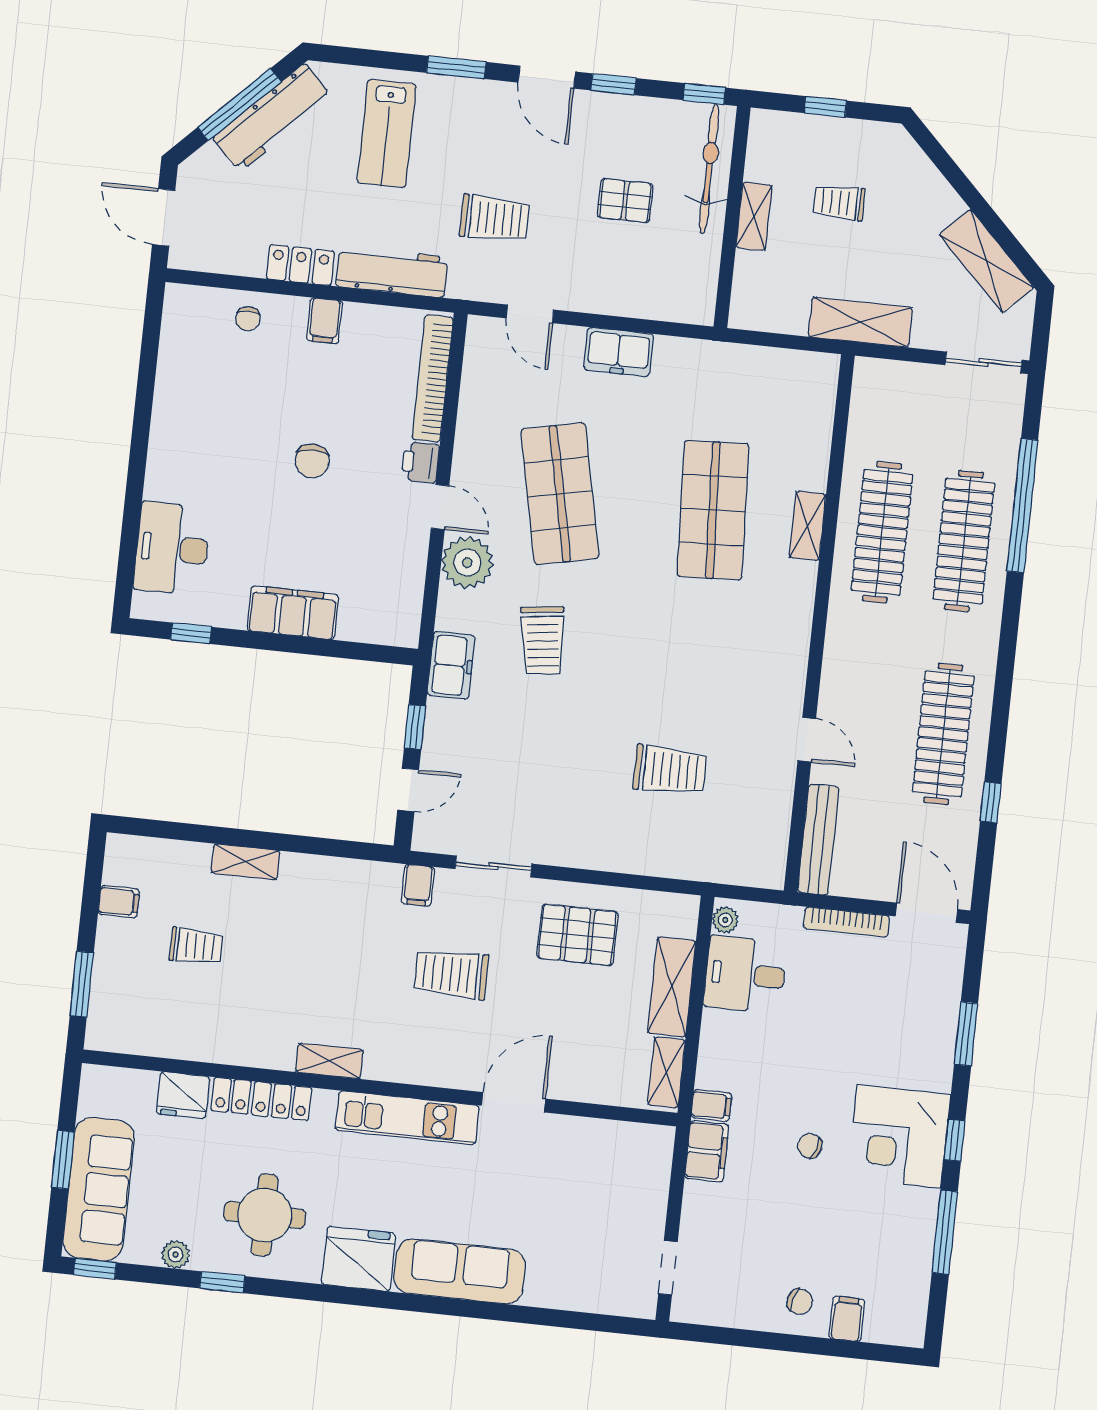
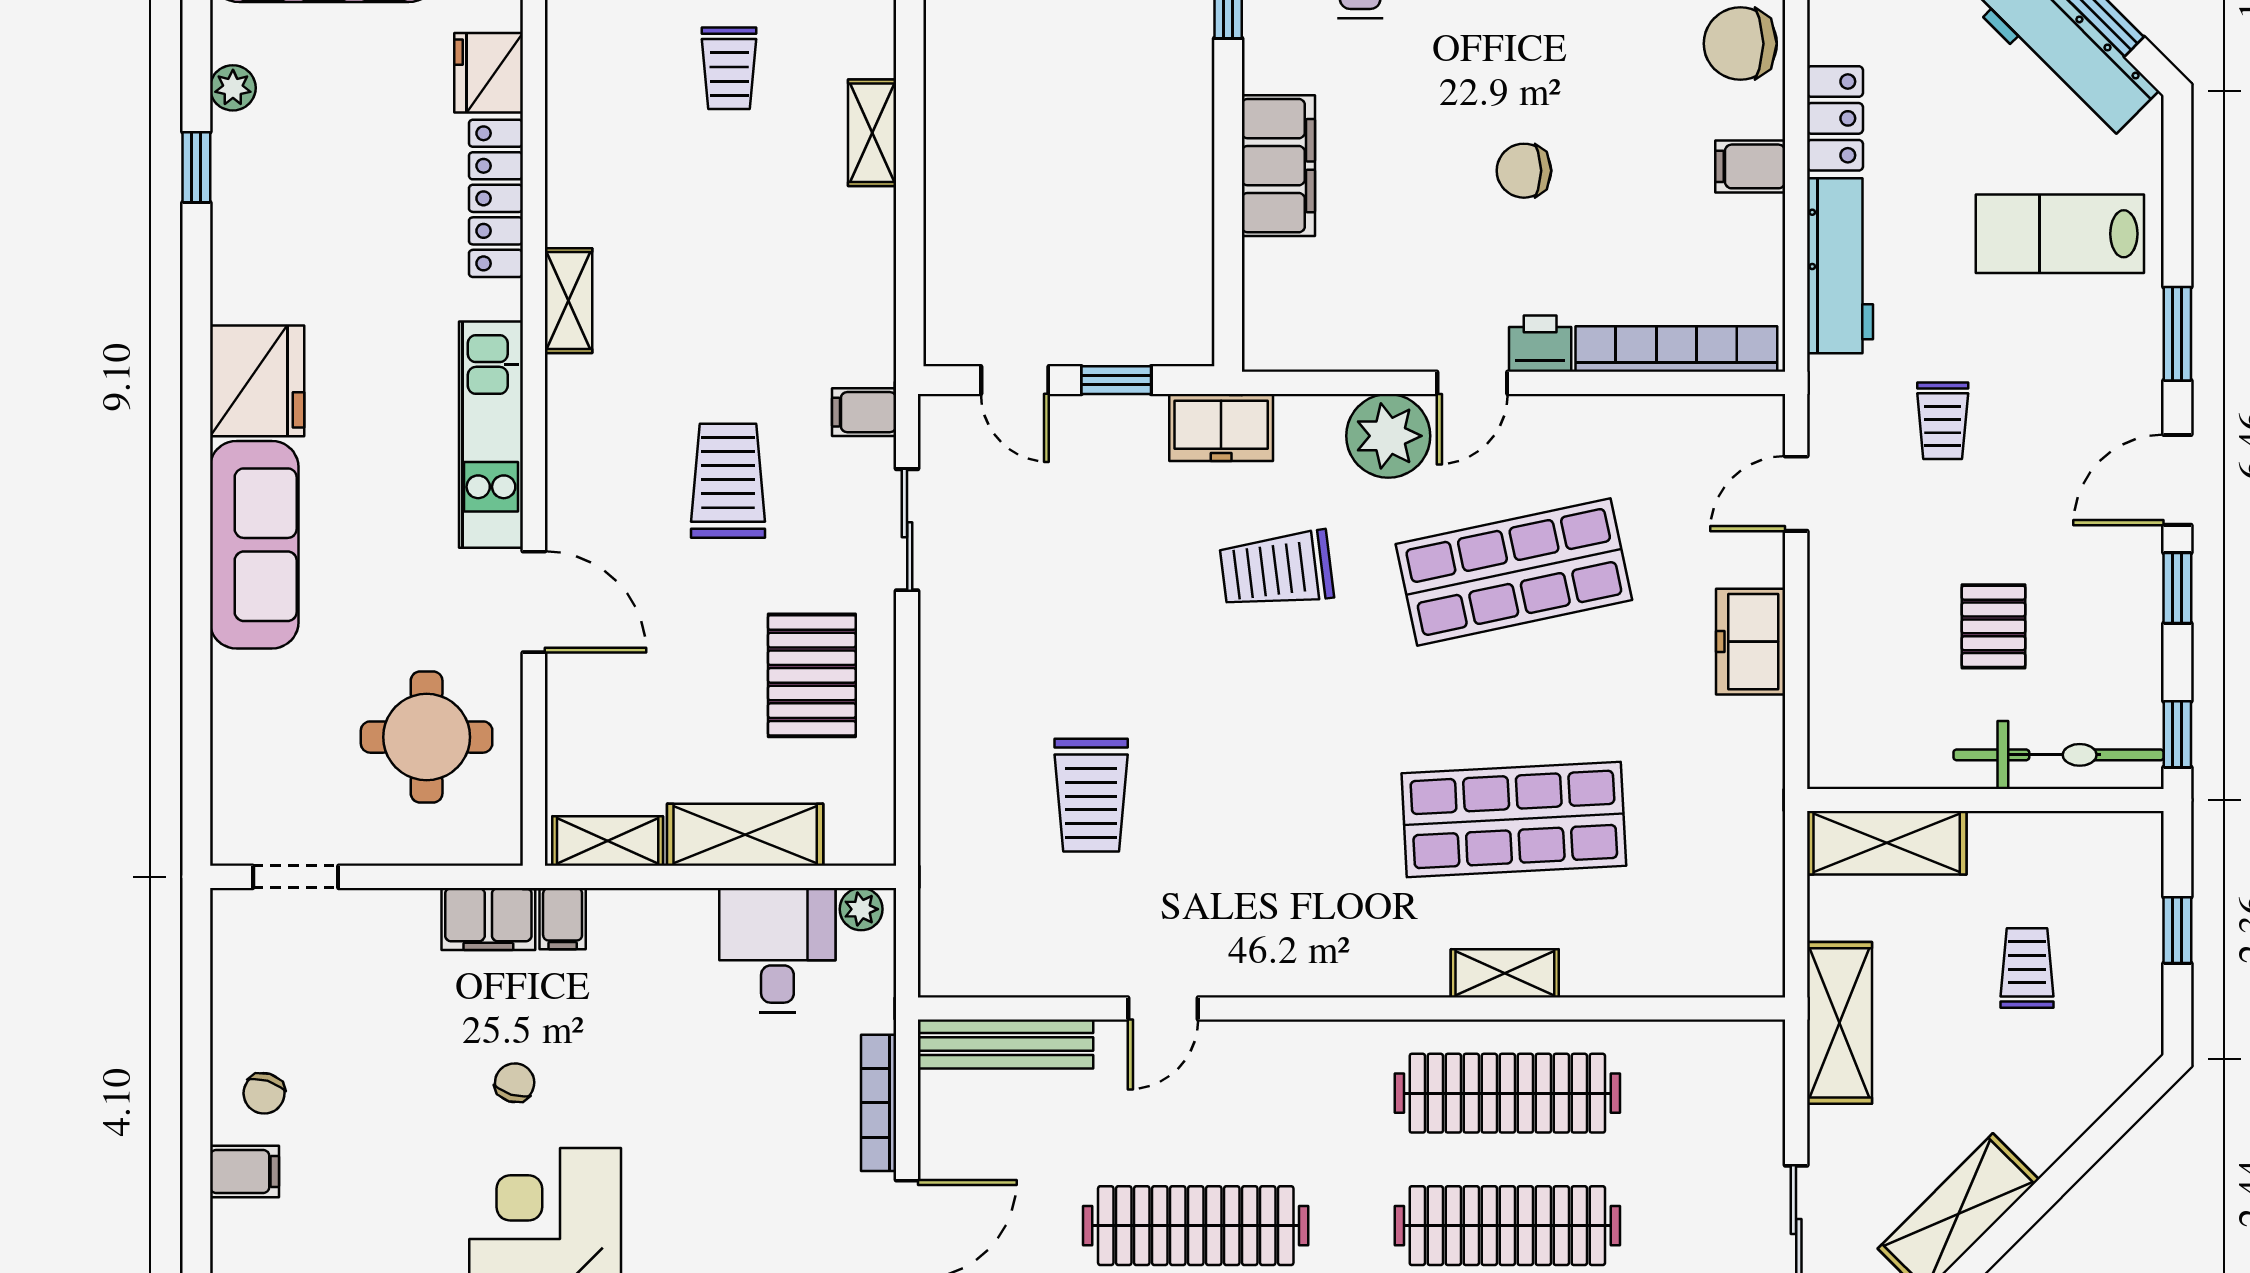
shelving: (754, 216) -> (1887, 843), moved, width x1.50, depth x1.33
trolley: (495, 218) -> (1943, 421), width x0.73, depth x0.72
chair: (248, 319) -> (1740, 44), width x1.87, depth x1.87
round table: (265, 1215) -> (427, 737), moved

